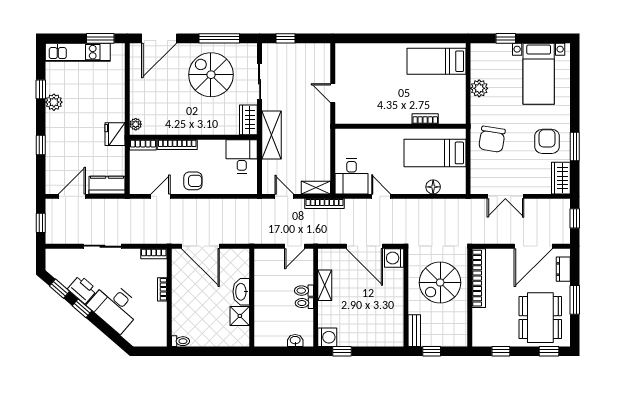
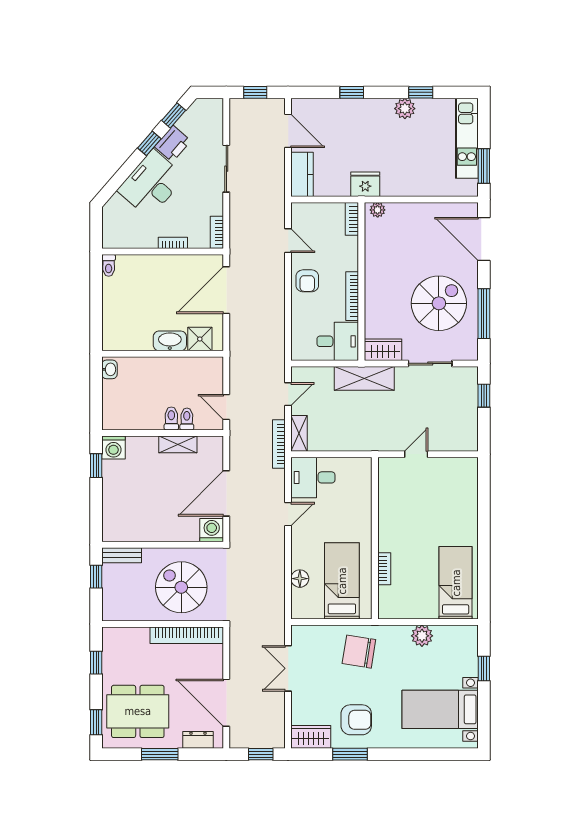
bookcase: (177, 145) -> (352, 296), moved
toilet: (304, 303) -> (187, 419), moved
shower: (240, 316) -> (200, 339), moved
washbasin: (295, 340) -> (109, 369), moved

